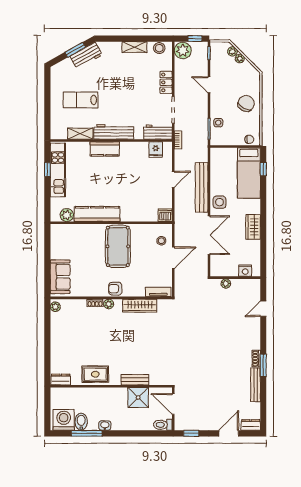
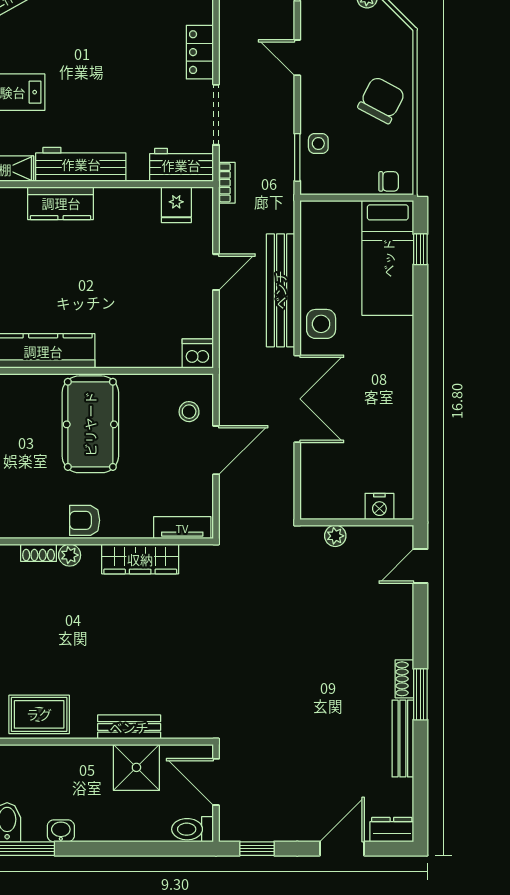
wardrobe: (253, 227) -> (397, 380), removed
nightstand: (245, 271) -> (379, 507), moved
wall: (235, 278) -> (357, 522), moved
plant: (226, 284) -> (335, 536), moved

